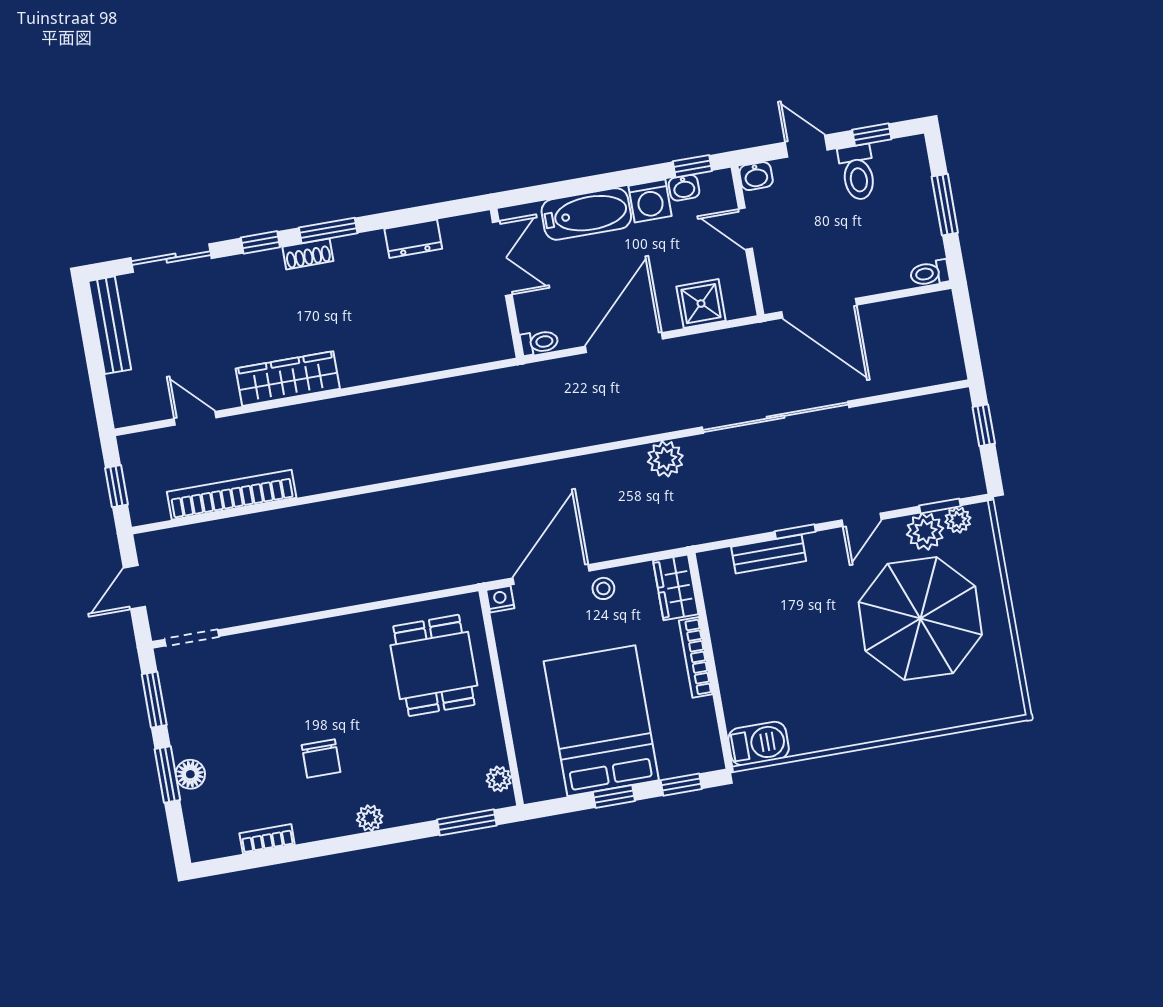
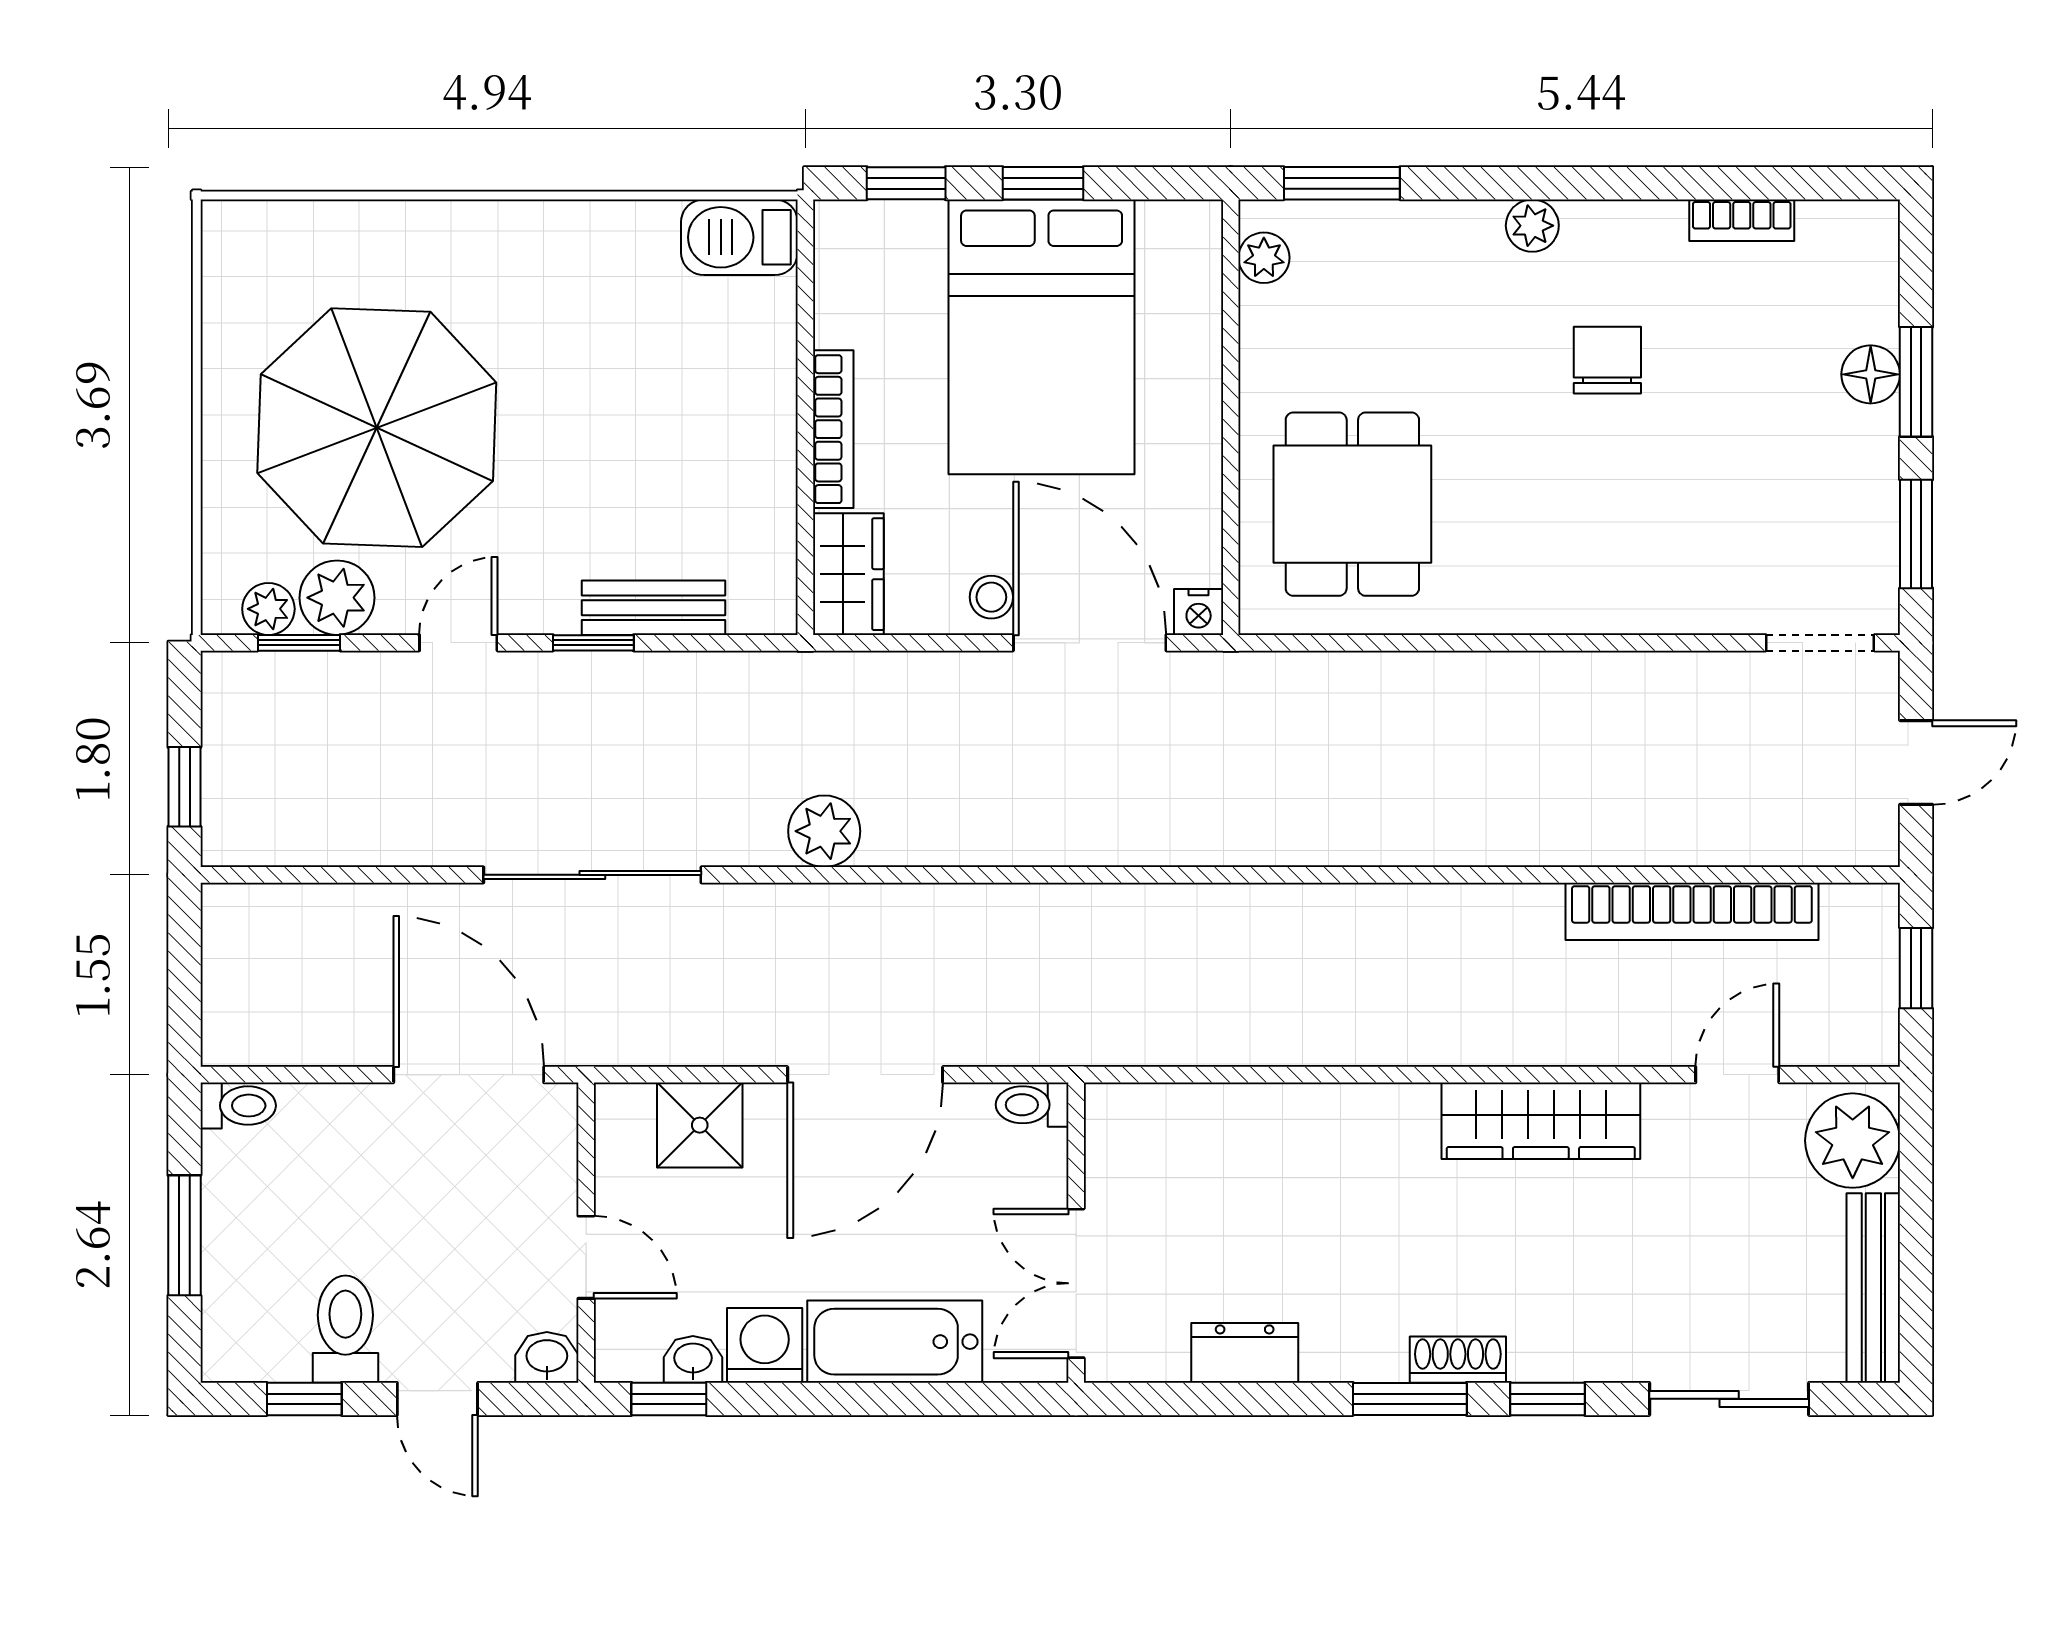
plant: (133, 396) -> (1853, 1141), added
sliding door: (776, 417) -> (592, 875), width x0.73
door: (195, 418) -> (1737, 1075), swing flipped
door: (551, 575) -> (1090, 643), swing flipped

